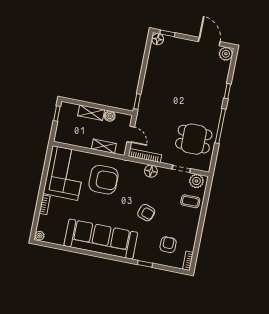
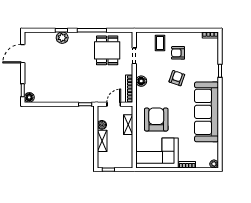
plant: (226, 54) -> (62, 38), moved
plant: (196, 181) -> (142, 41), removed
armchair: (168, 245) -> (178, 53), moved

